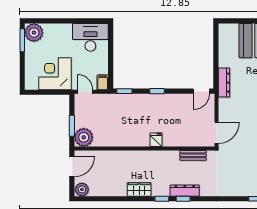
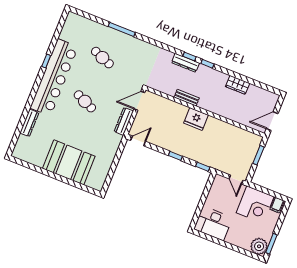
filing cabinet: (103, 82) -> (277, 205), moved
dresser: (224, 83) -> (124, 121), moved
plant: (84, 137) -> (252, 142), removed
fridge: (156, 140) -> (196, 119), width x1.88, depth x1.34
bench: (193, 155) -> (187, 98), moved
plant: (82, 189) -> (271, 98), removed
wardrobe: (139, 190) -> (238, 85), moved

